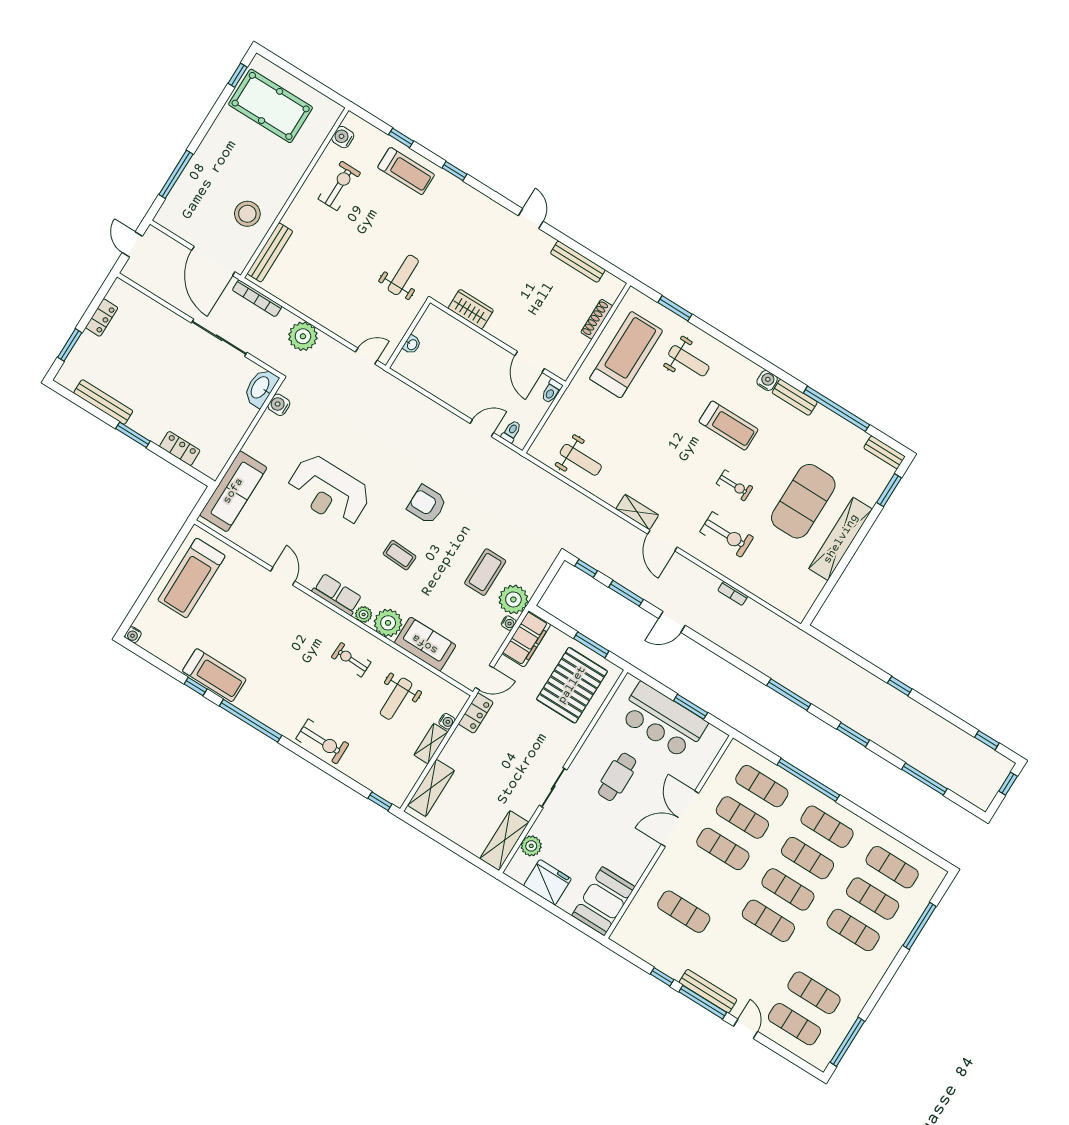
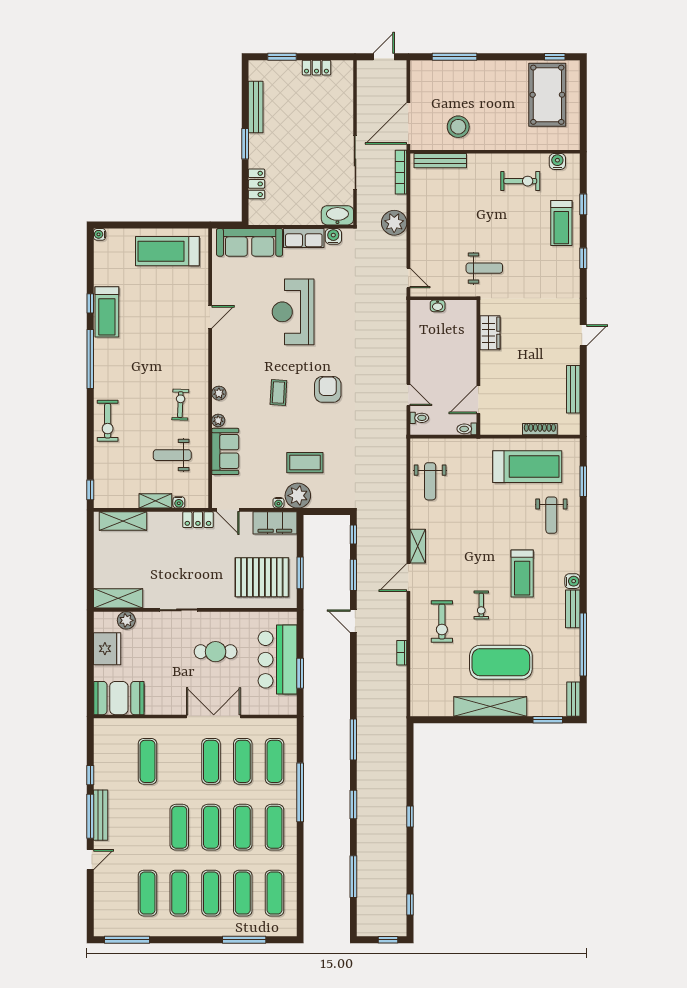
row of seats: (337, 594) -> (304, 238), moved, turned 90
plant: (388, 623) -> (218, 420), width x0.53, depth x0.53
exercise mat: (794, 1024) -> (179, 893), moved

